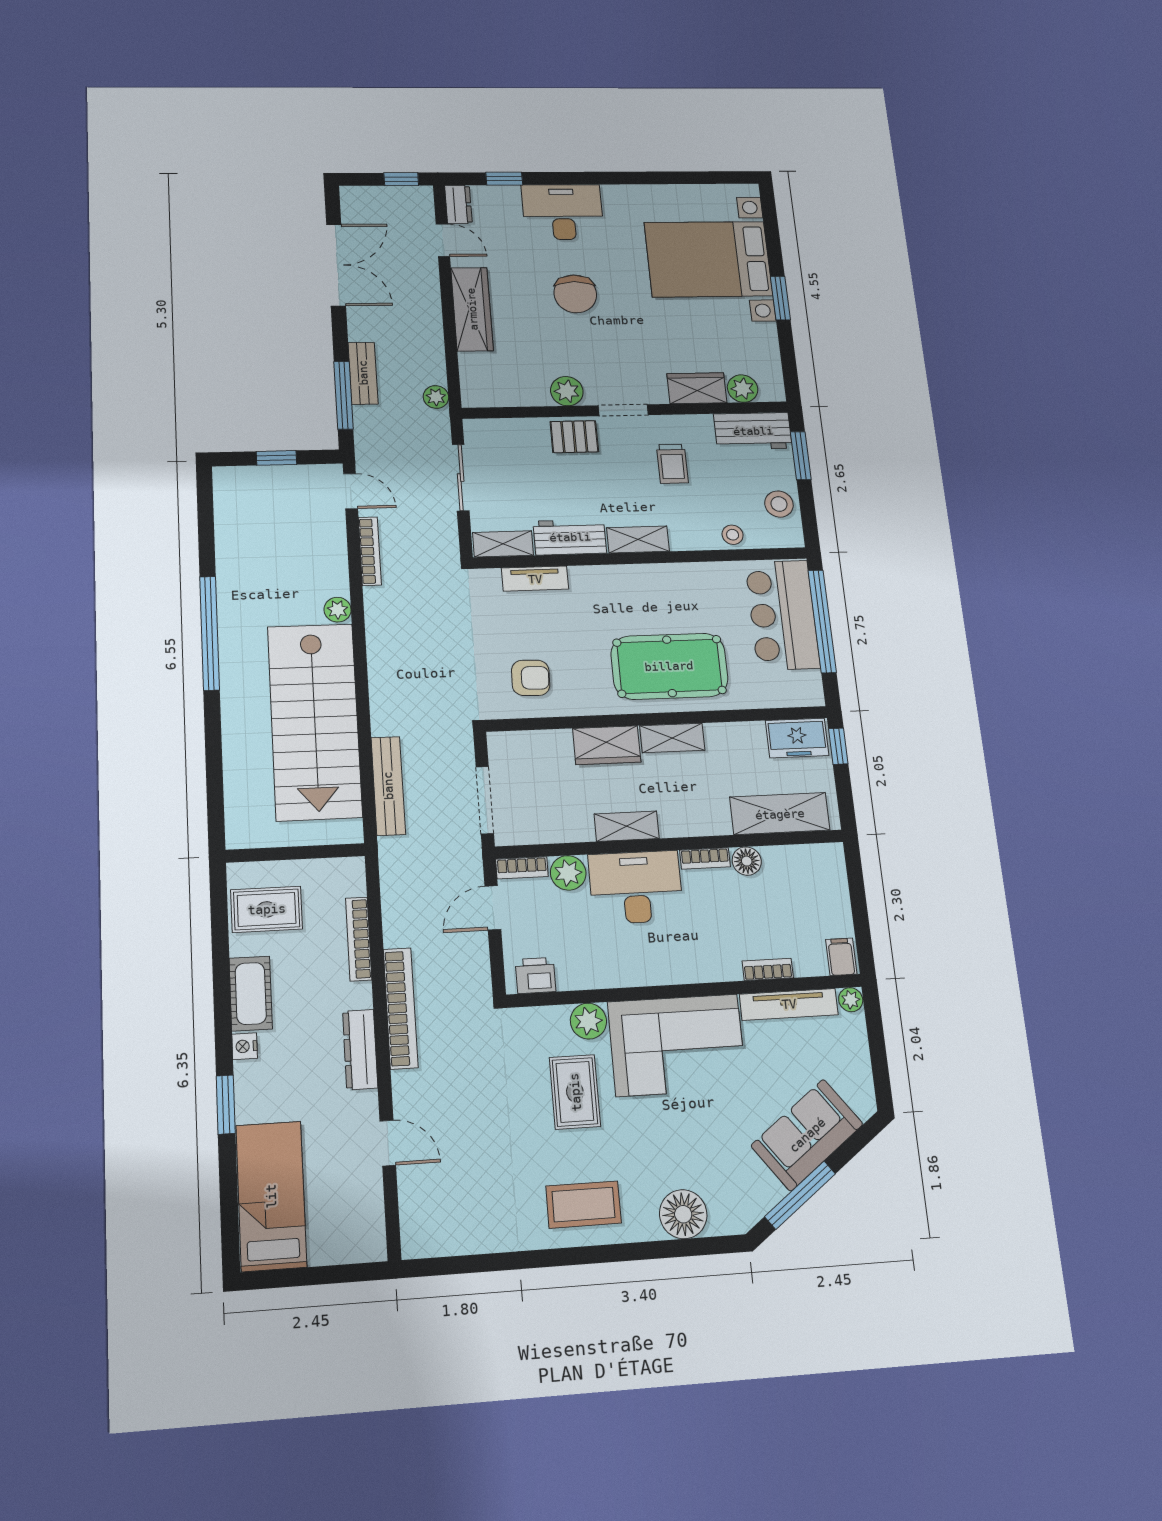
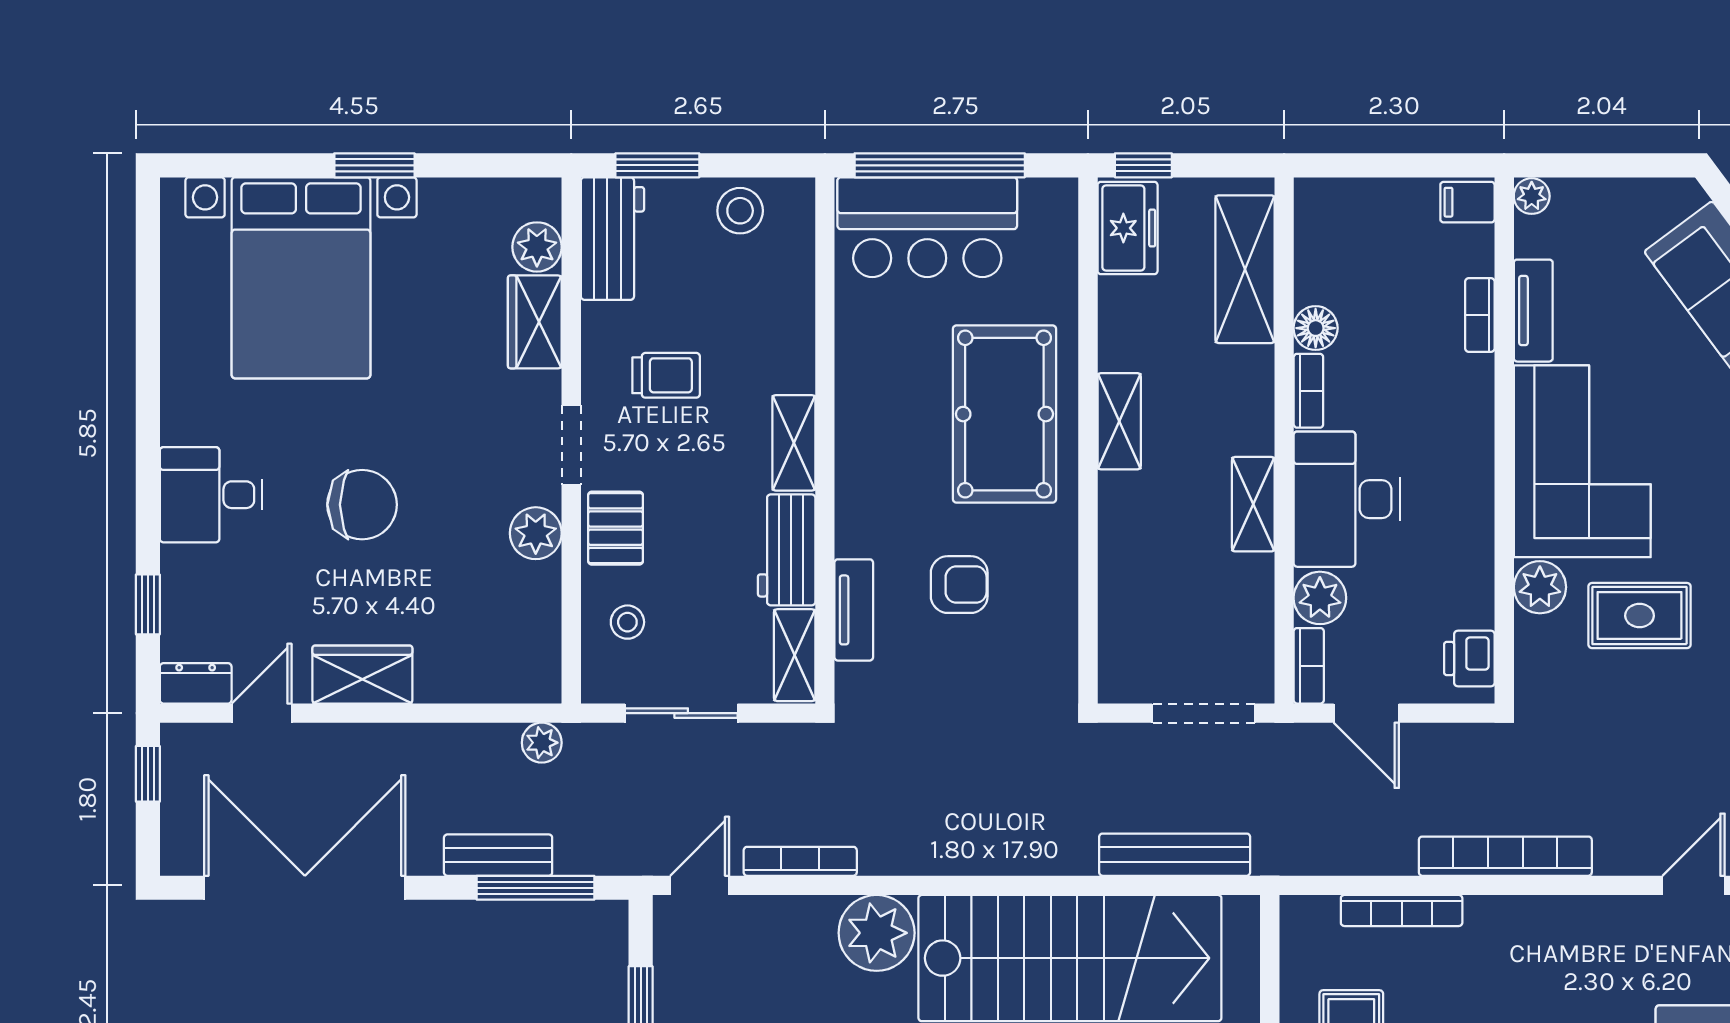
desk: (563, 212) -> (211, 495), width x0.73
double door: (336, 265) -> (305, 888), width x1.36
wardrobe: (472, 309) -> (362, 675), width x0.67
stool: (733, 535) -> (627, 622), moved
plant: (338, 610) -> (877, 933), width x1.87, depth x1.87
armchair: (531, 678) -> (959, 585), moved, turned 88
wardrobe: (607, 745) -> (1126, 523), removed
tv unit: (789, 1004) -> (1533, 311), width x0.71
dresser: (360, 1050) -> (1561, 917), removed

